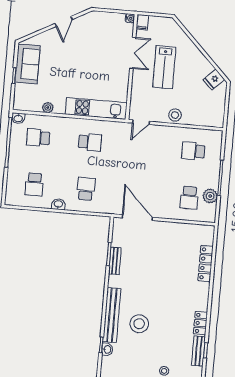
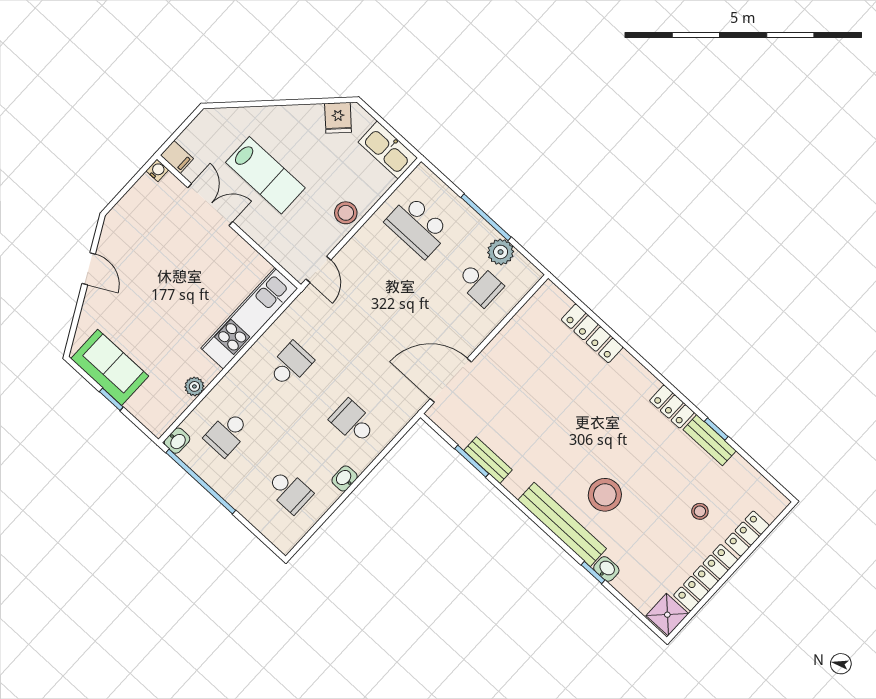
kitchen sink: (217, 112) -> (388, 150), added
school desk: (193, 151) -> (417, 227), width x1.85

